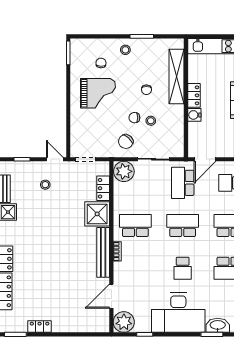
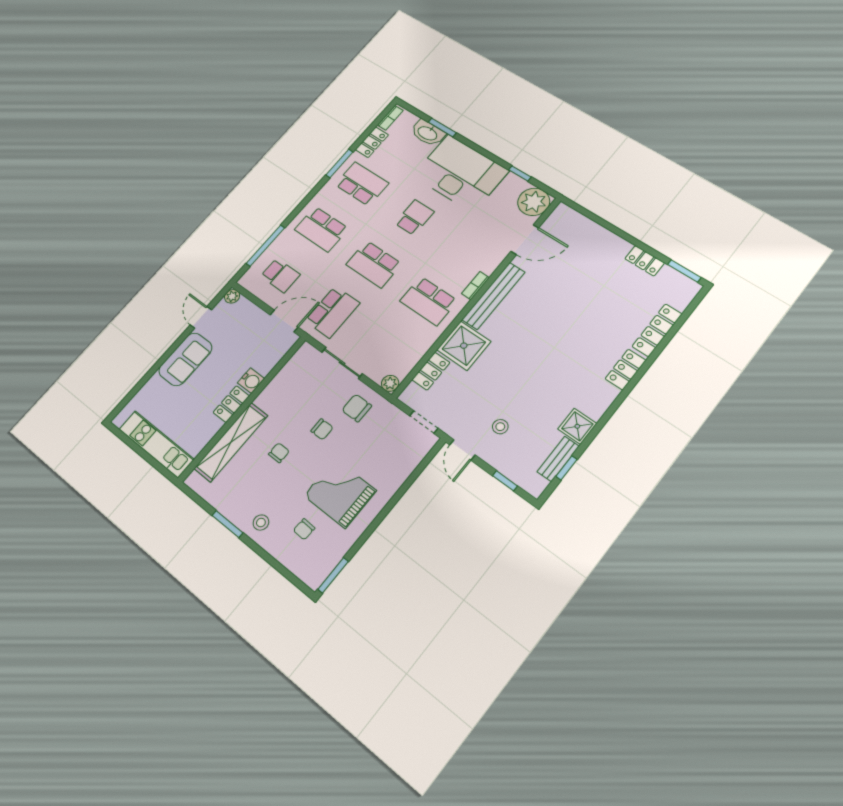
stool: (151, 121) -> (306, 411), removed
chair: (126, 141) -> (357, 408), turned -133
plant: (124, 171) -> (390, 383), width x0.53, depth x0.53

